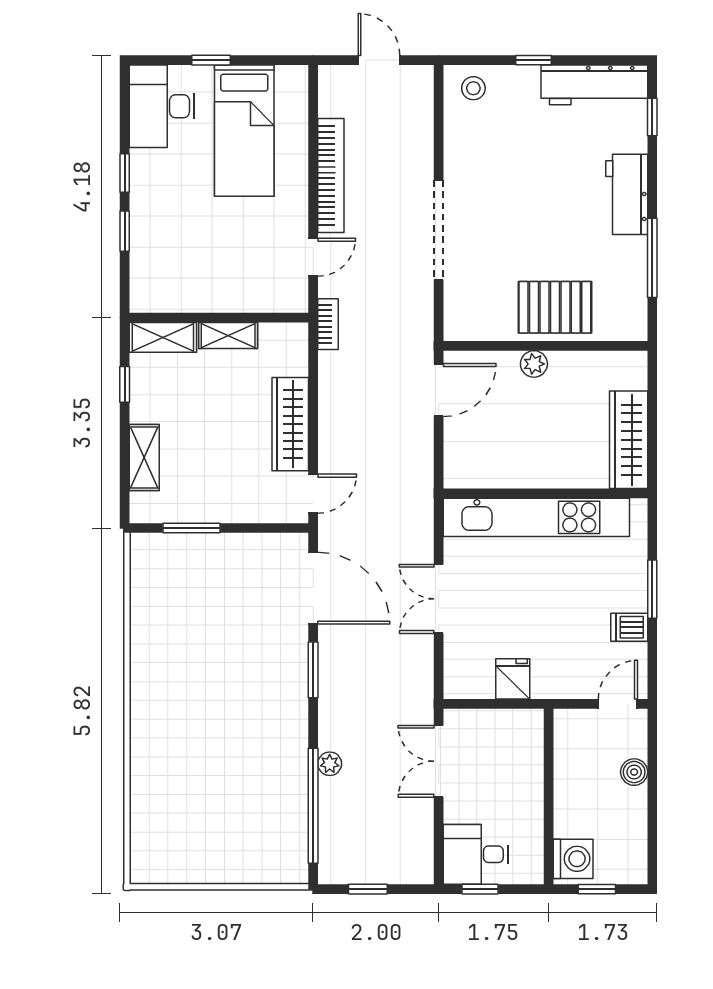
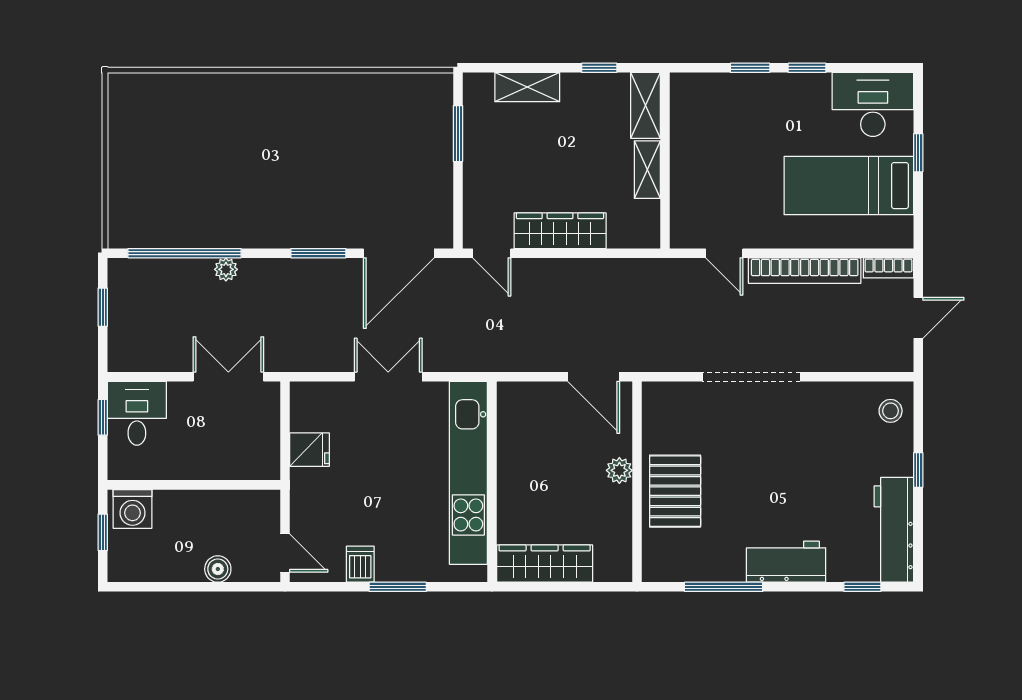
bookcase: (328, 324) -> (888, 268), moved

